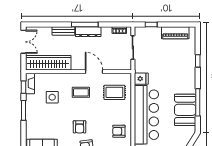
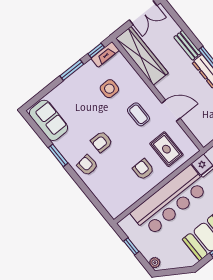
door: (94, 72) -> (171, 111), hinge flipped
armchair: (119, 131) -> (143, 169), moved

